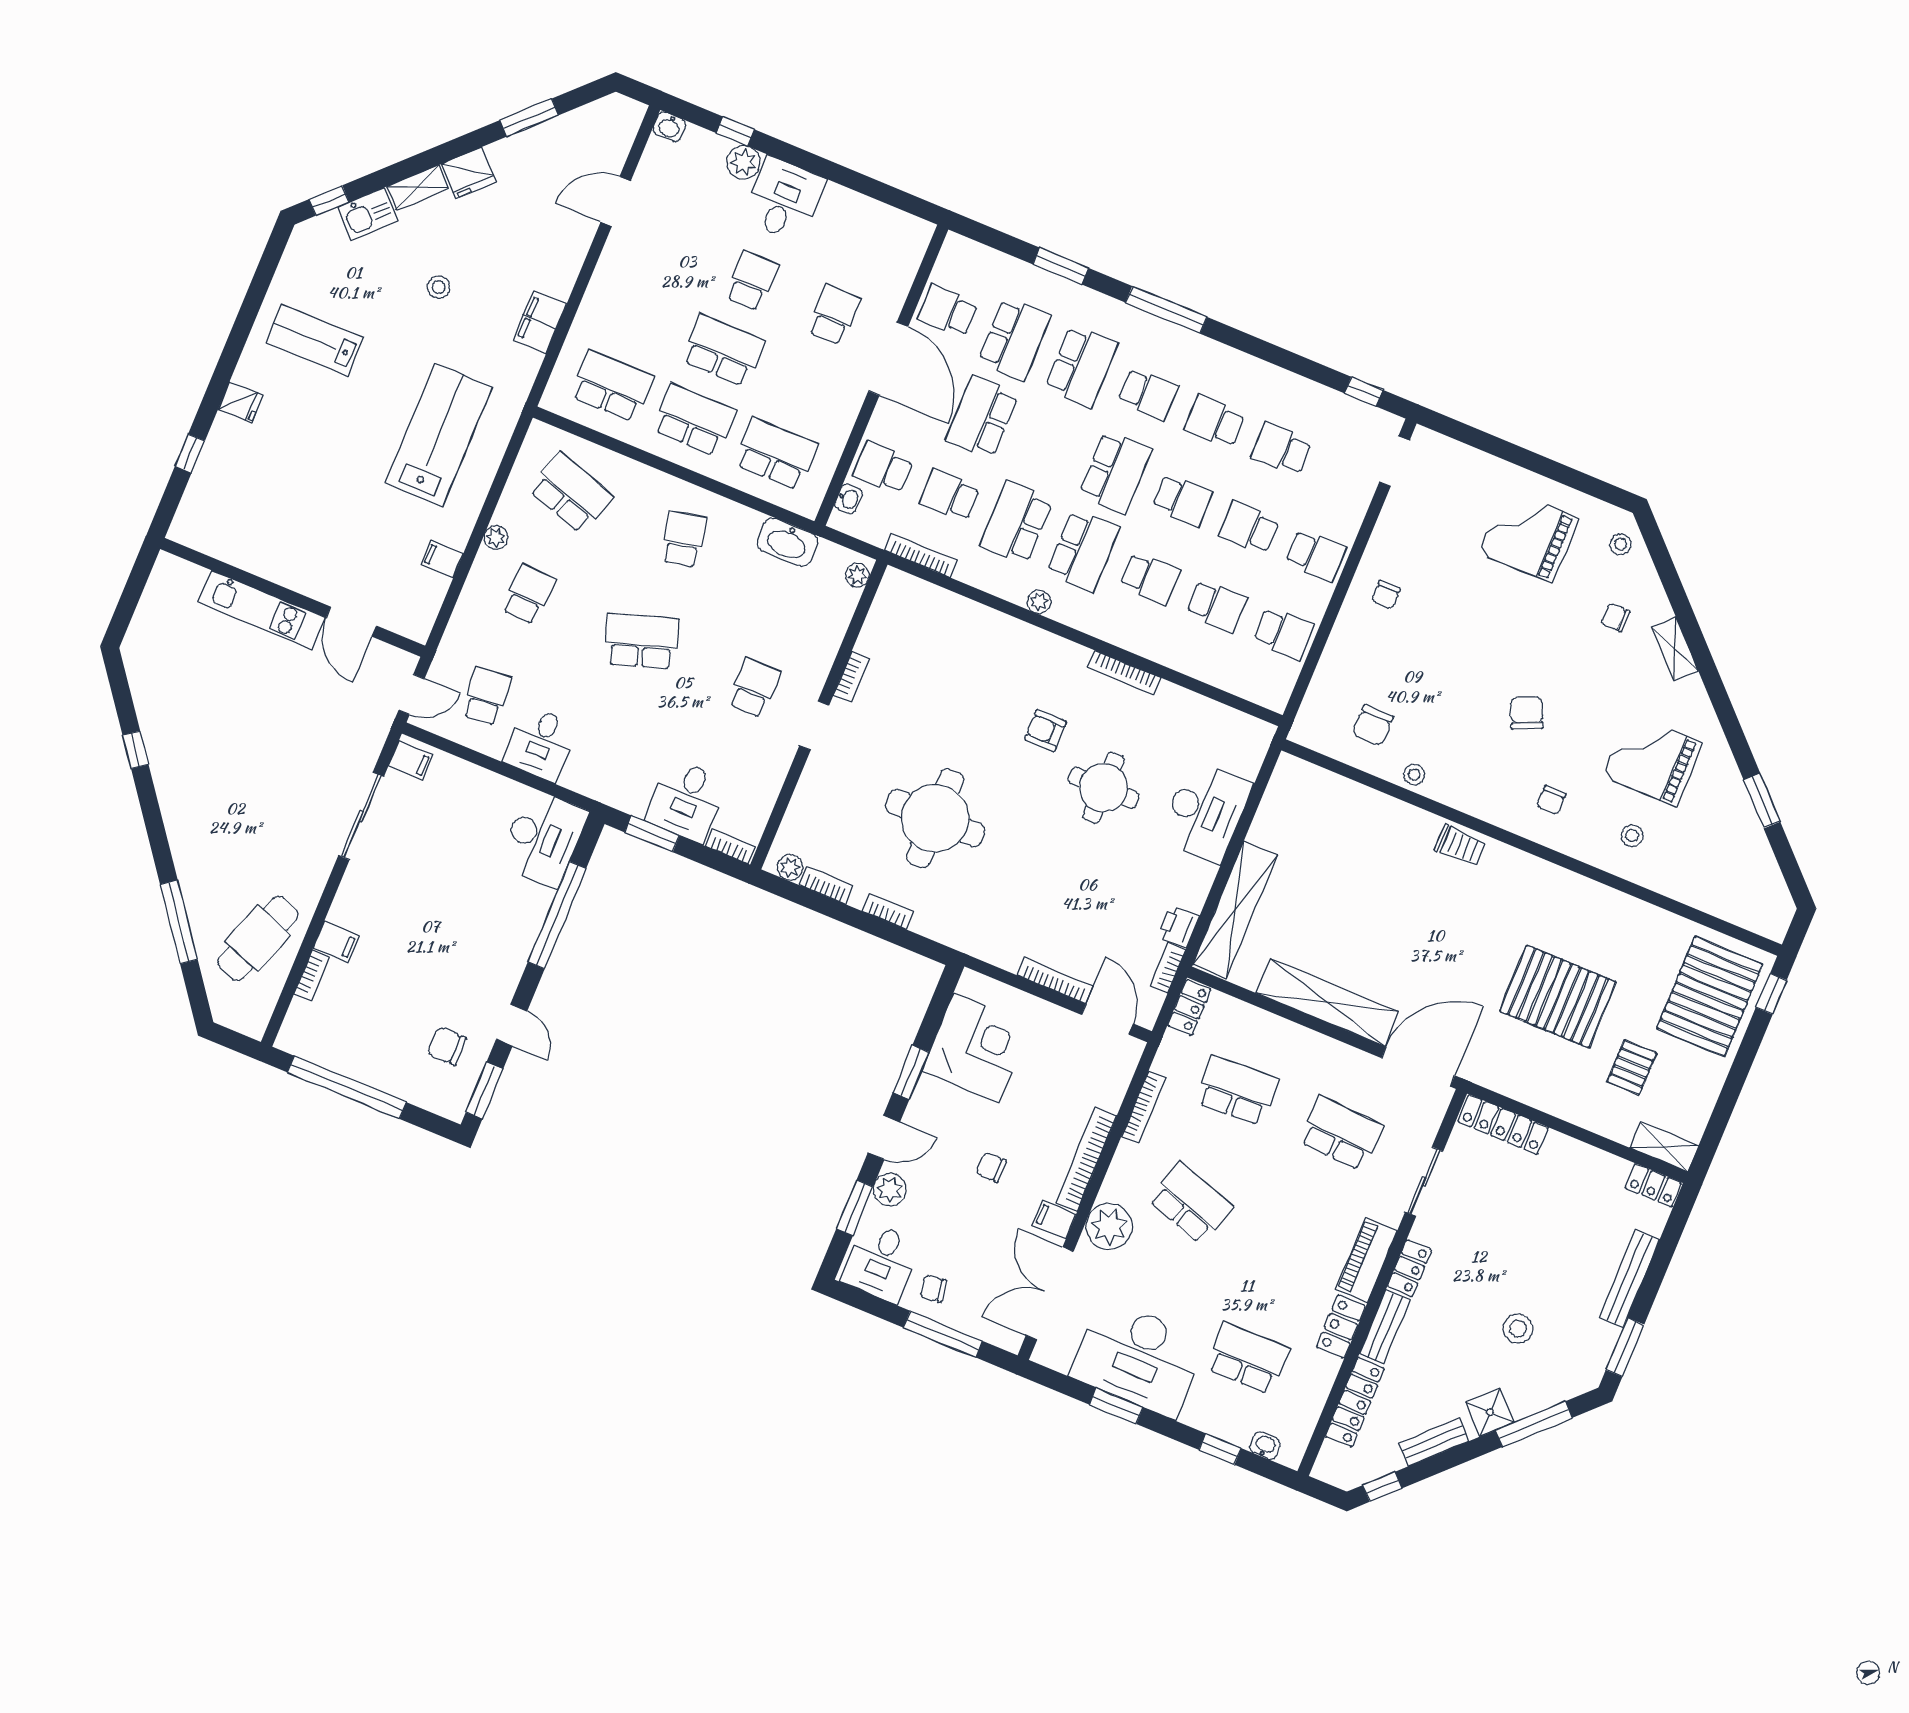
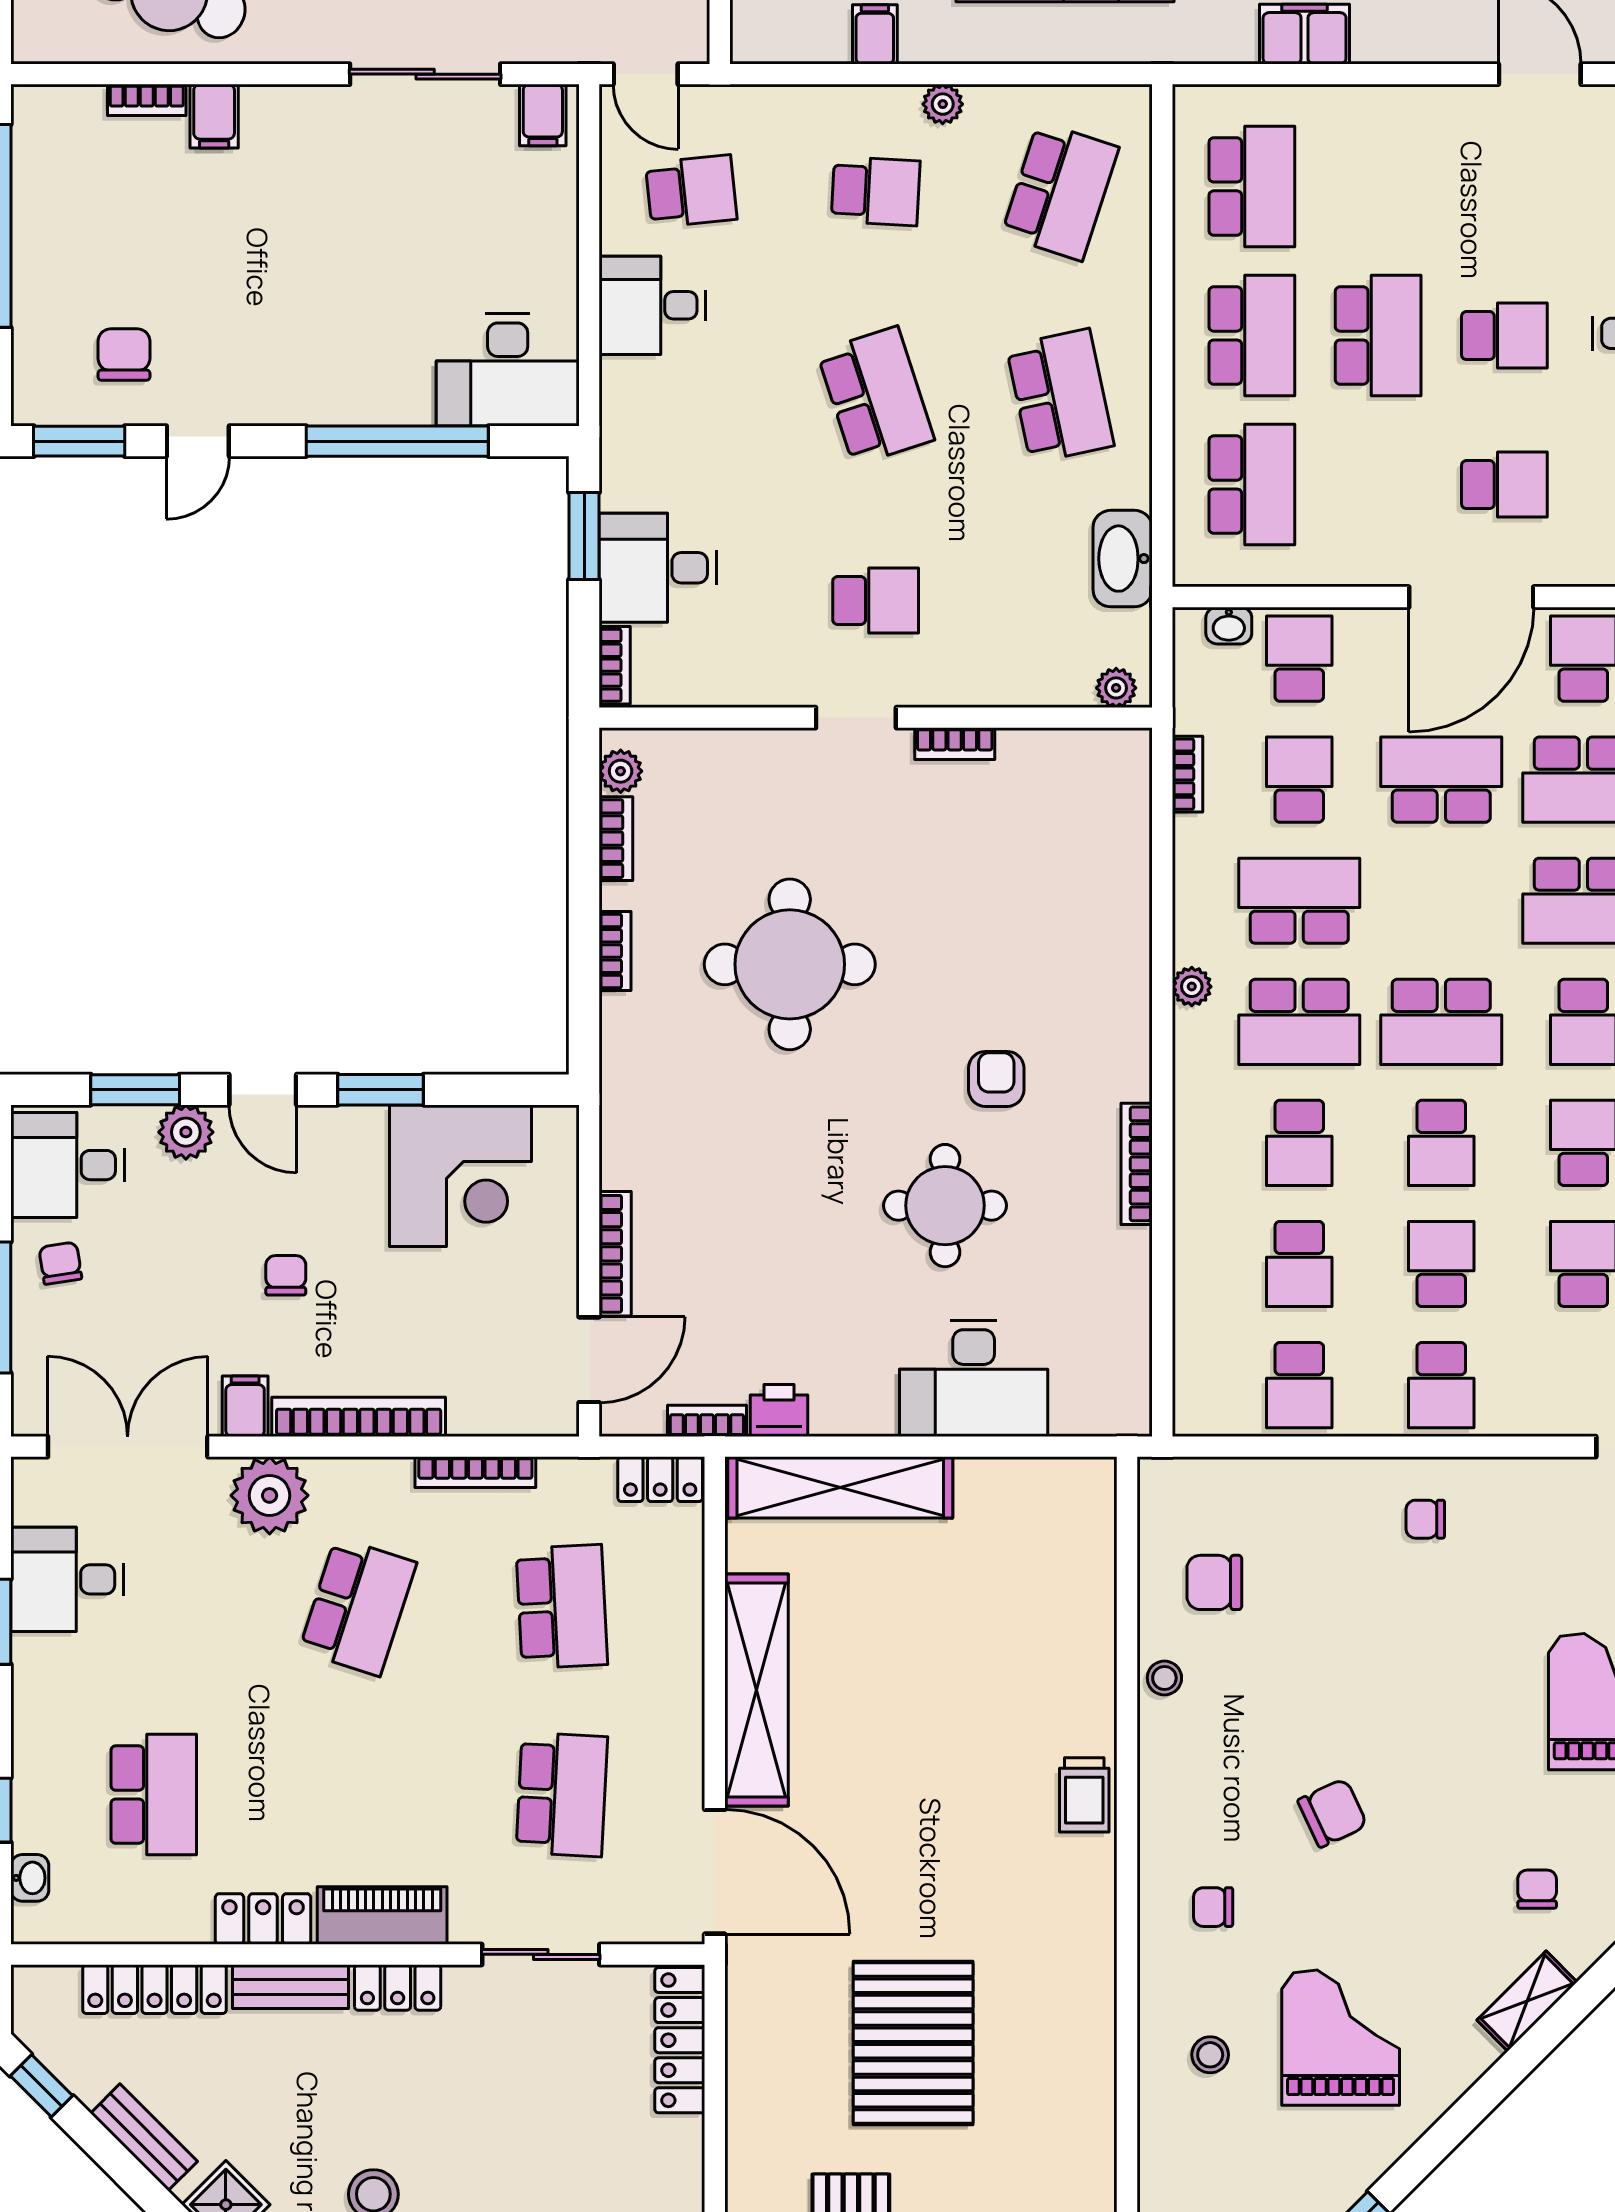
school desk: (683, 539) -> (1060, 396), width x1.85
bookcase: (921, 556) -> (1187, 774), width x0.64
desk: (1138, 1358) -> (67, 1579), width x0.53, depth x0.77

